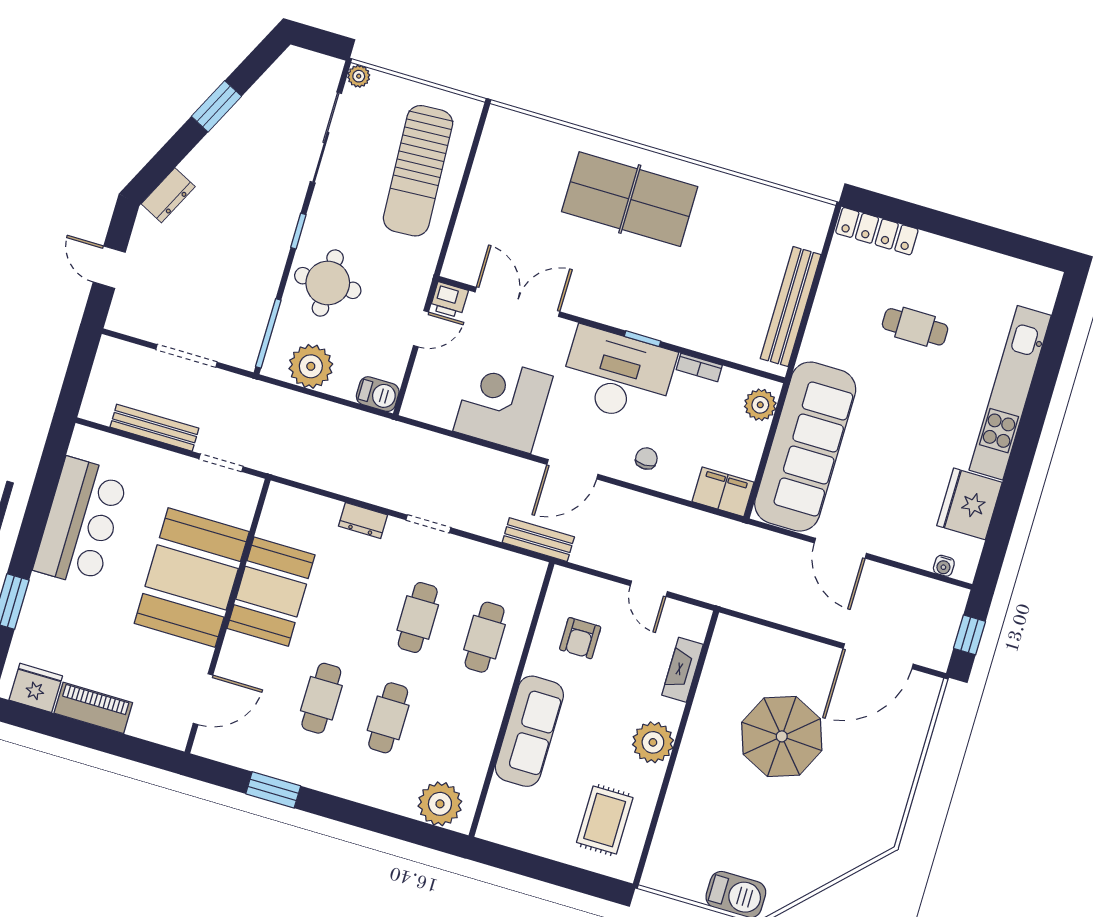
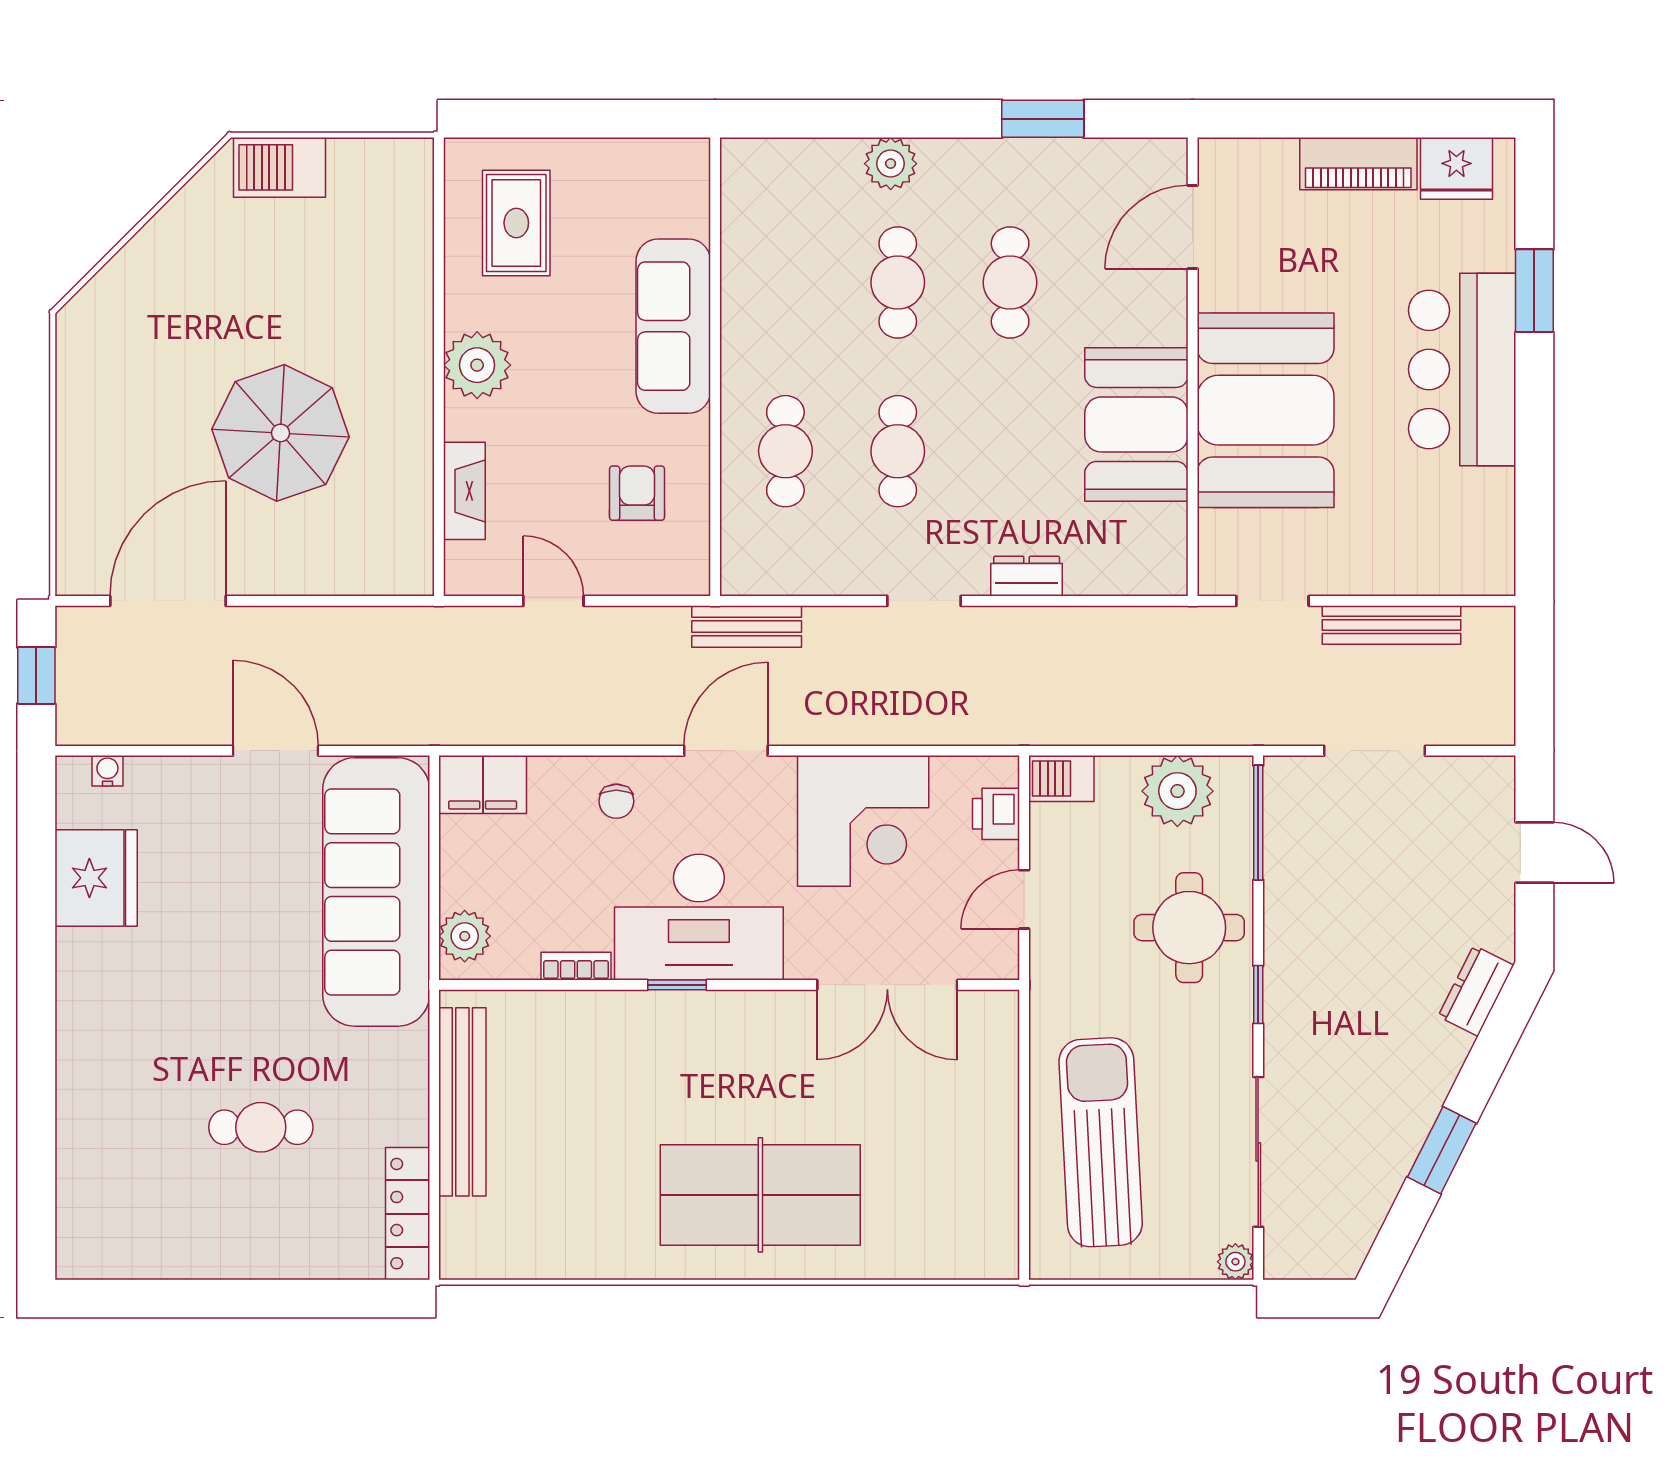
locker: (877, 231) -> (408, 1214), moved, turned -90
printer: (449, 300) -> (996, 814), moved, turned -90
kitchen unit: (1010, 393) -> (84, 1069), removed
bar counter: (81, 522) -> (1462, 369), moved
plant: (440, 804) -> (891, 164), moved, width x0.73, depth x0.73

